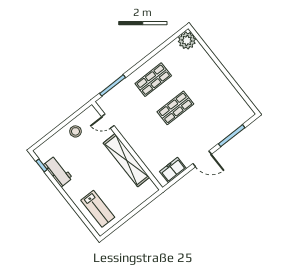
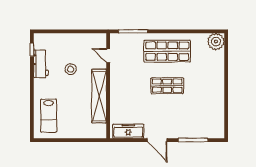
shop shelf: (153, 80) -> (167, 51), width x1.43, depth x1.36
stool: (75, 131) -> (71, 69), moved
freezer: (173, 170) -> (128, 131), width x1.40

